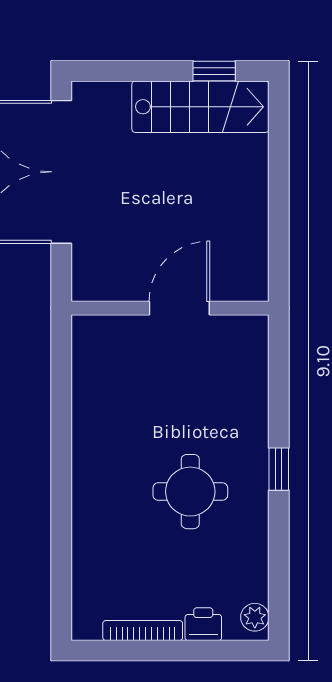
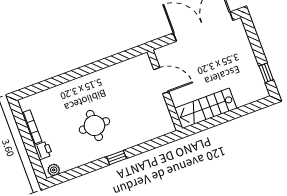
stairs: (200, 107) -> (206, 108), moved, turned 90
door: (179, 308) -> (161, 81), moved

